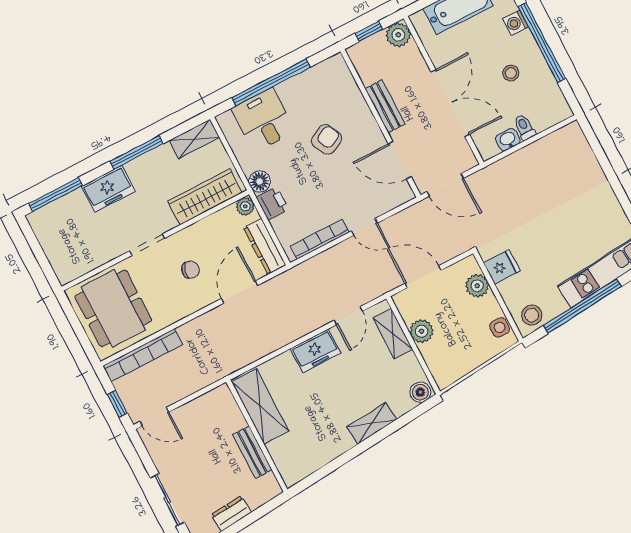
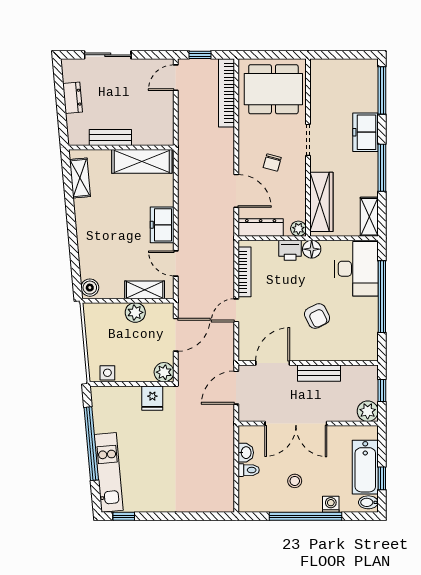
desk: (263, 120) -> (356, 269), width x1.37
plant: (477, 286) -> (164, 372), moved
stool: (532, 315) -> (104, 402), removed
shelving: (372, 423) -> (80, 178), moved

